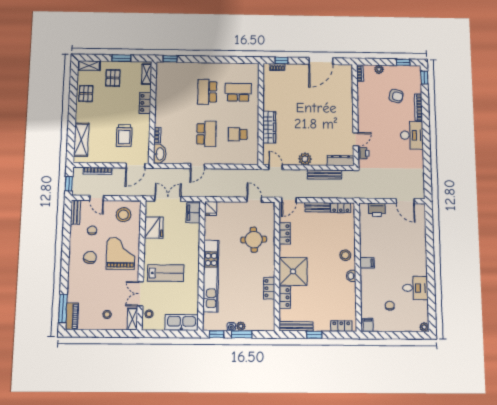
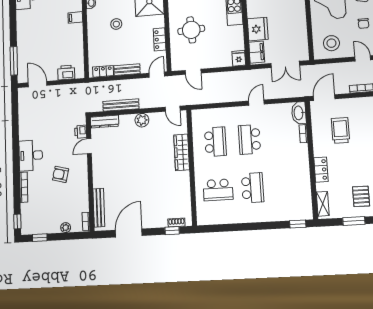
bench: (348, 84) -> (99, 208), added
armchair: (396, 96) -> (61, 174), moved
school desk: (238, 134) -> (215, 142), width x1.85
window: (429, 226) -> (14, 61), added
fridge: (154, 228) -> (258, 29), moved, turned 180
stool: (345, 255) -> (116, 24), moved

